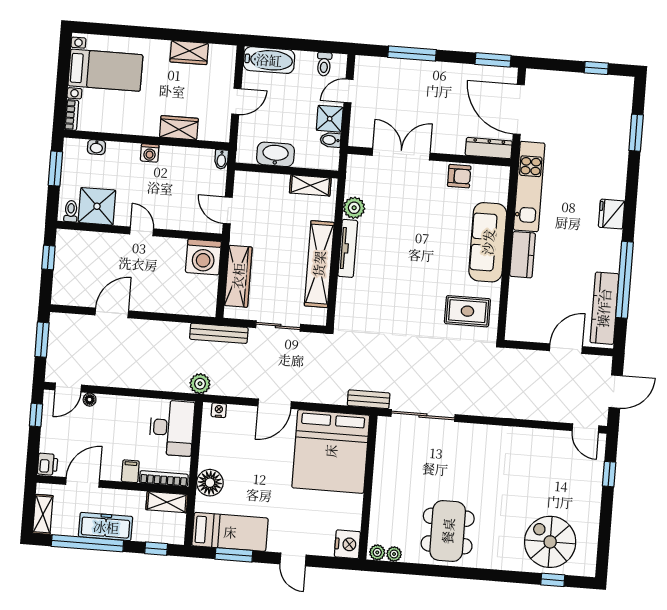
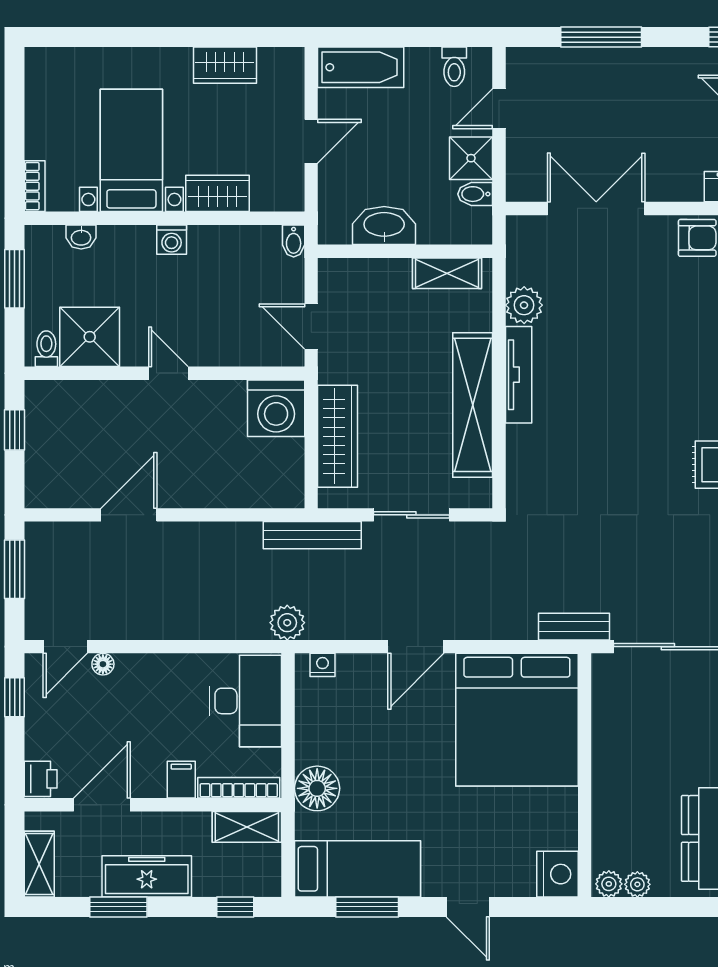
bed with nightstands: (105, 70) -> (131, 150), moved, turned -90
window: (87, 543) -> (118, 907), width x0.47

